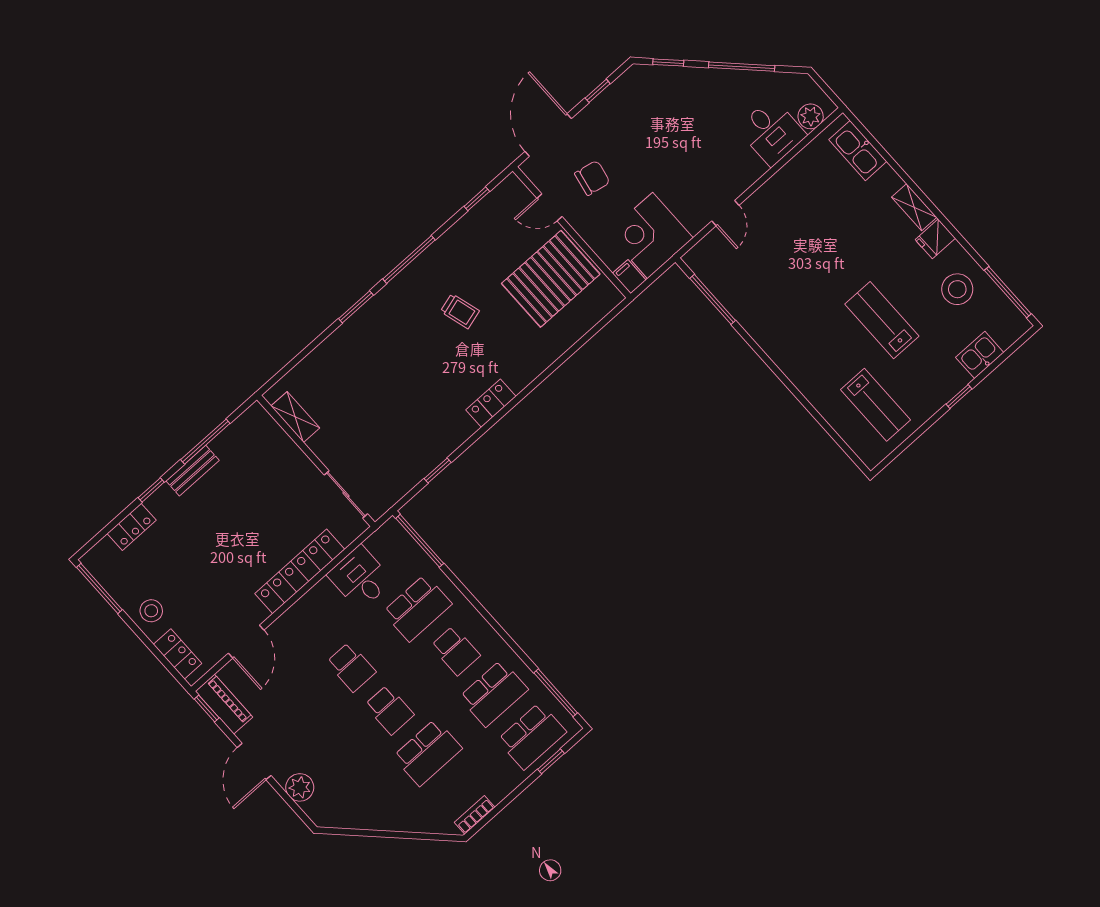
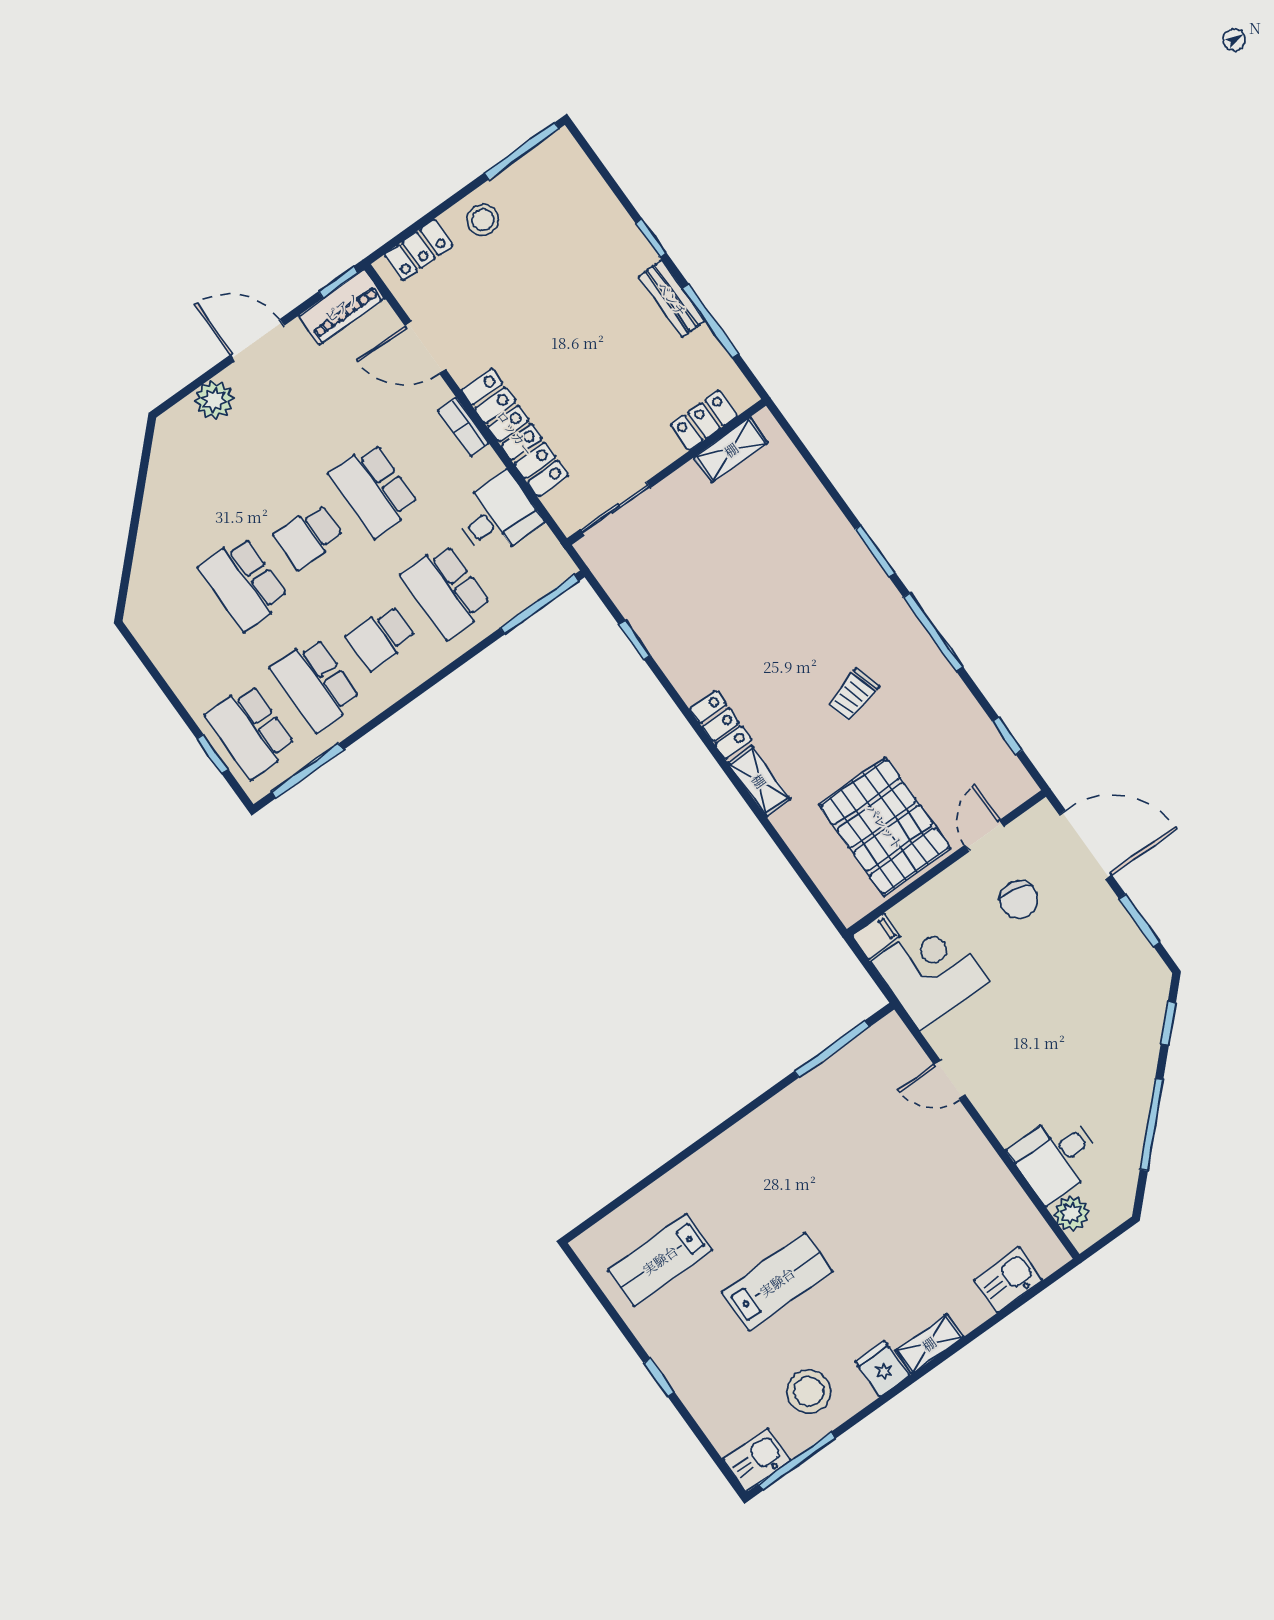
window: (598, 91) -> (1140, 920), width x1.50
kitchen sink: (858, 151) -> (1008, 1280), width x0.73
kitchen sink: (980, 355) -> (757, 1460), moved, turned -90
shelving: (528, 371) -> (759, 781), added
locker: (132, 527) -> (704, 420), moved, turned 90
school desk: (351, 667) -> (374, 490), width x1.85
bookcase: (475, 815) -> (463, 427), moved, turned 180

